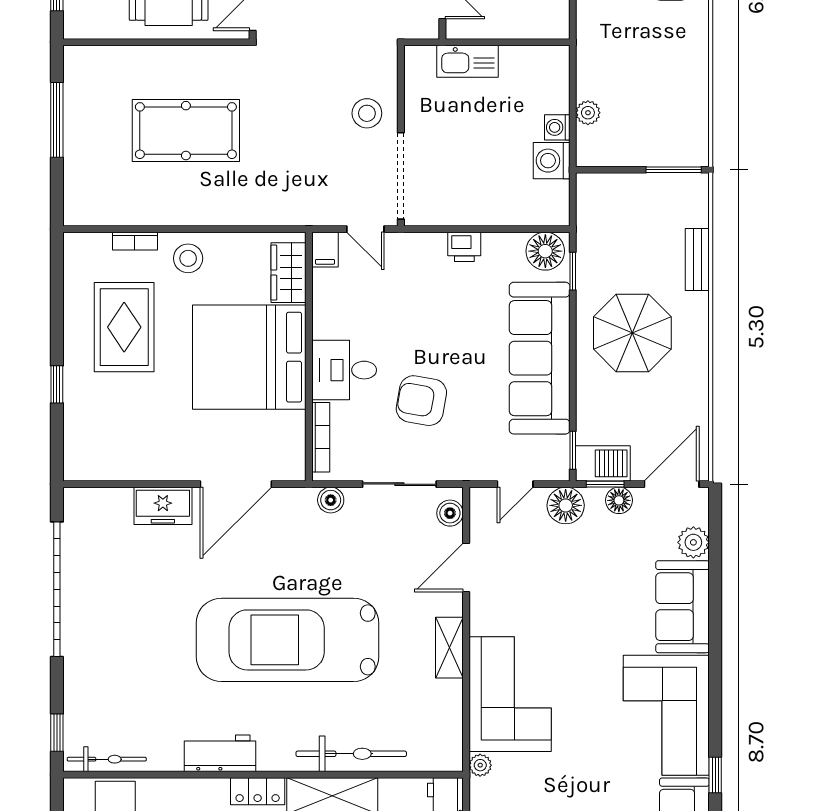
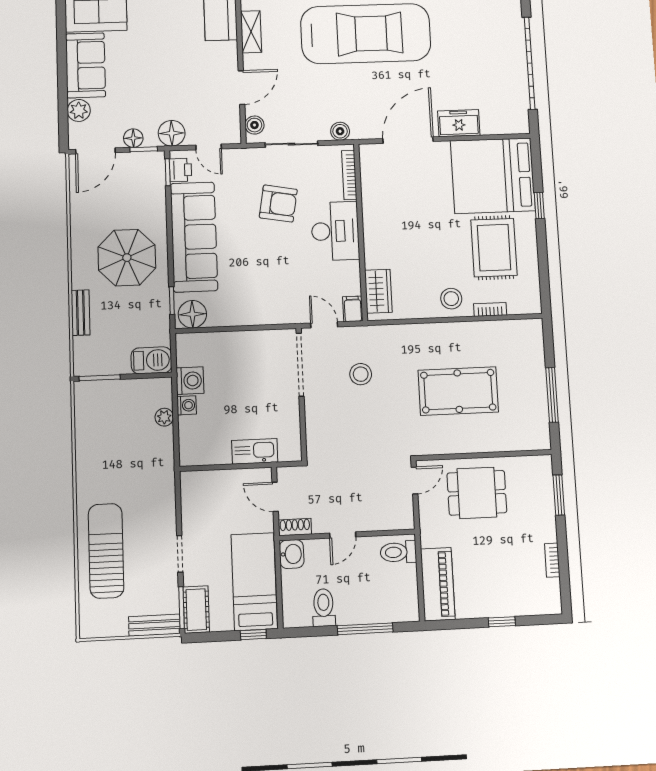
stool: (367, 113) -> (361, 374), moved
printer: (464, 247) -> (181, 170), moved, turned 90
bed: (249, 357) -> (493, 176), moved, turned 180
desk: (344, 370) -> (335, 231), width x1.37
barbecue: (603, 463) -> (151, 360), moved, turned 180
door: (515, 484) -> (209, 147), swing flipped

